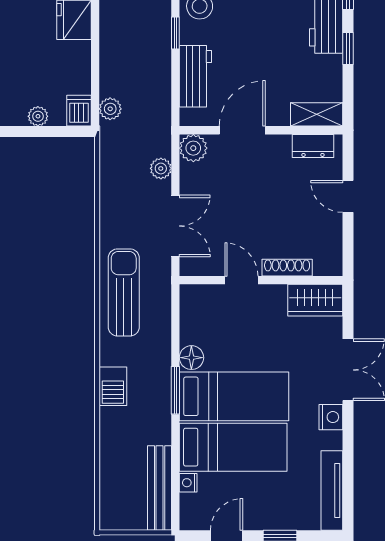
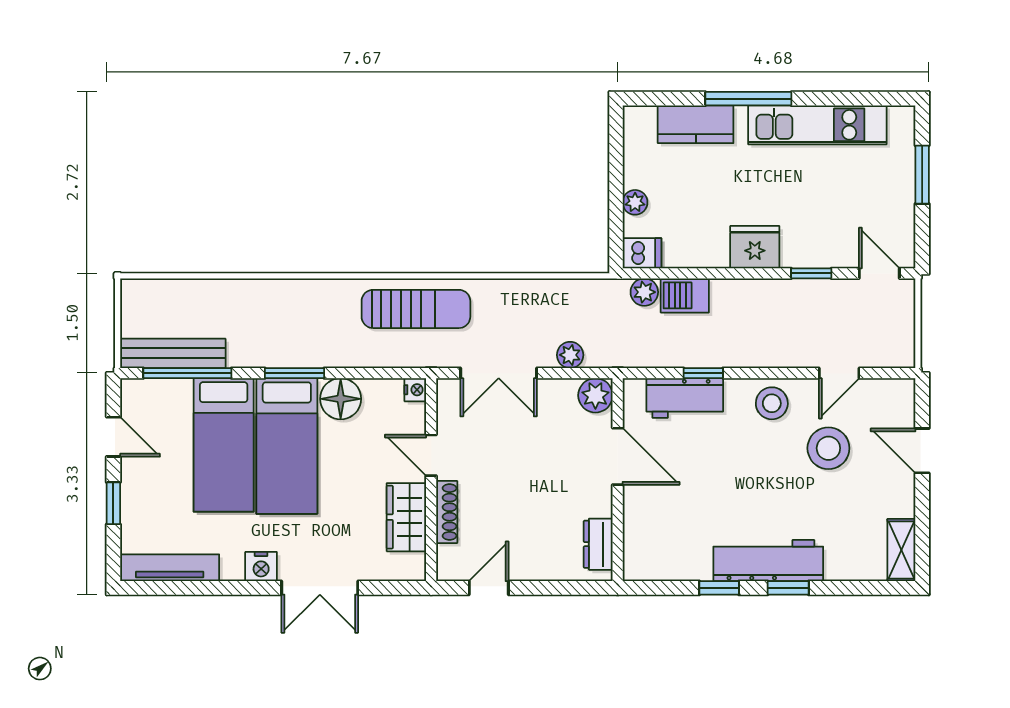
window: (175, 33) -> (703, 373), moved
shelving: (317, 114) -> (637, 549), removed
door: (348, 196) -> (489, 588), moved
door: (241, 280) -> (431, 455), swing flipped
wardrobe: (315, 300) -> (406, 517), moved
floor lamp: (191, 358) -> (341, 399), width x1.38, depth x1.38
barbecue: (113, 386) -> (685, 295), moved
window: (175, 476) -> (187, 373), added
nightstand: (188, 483) -> (415, 390), moved, turned 90

